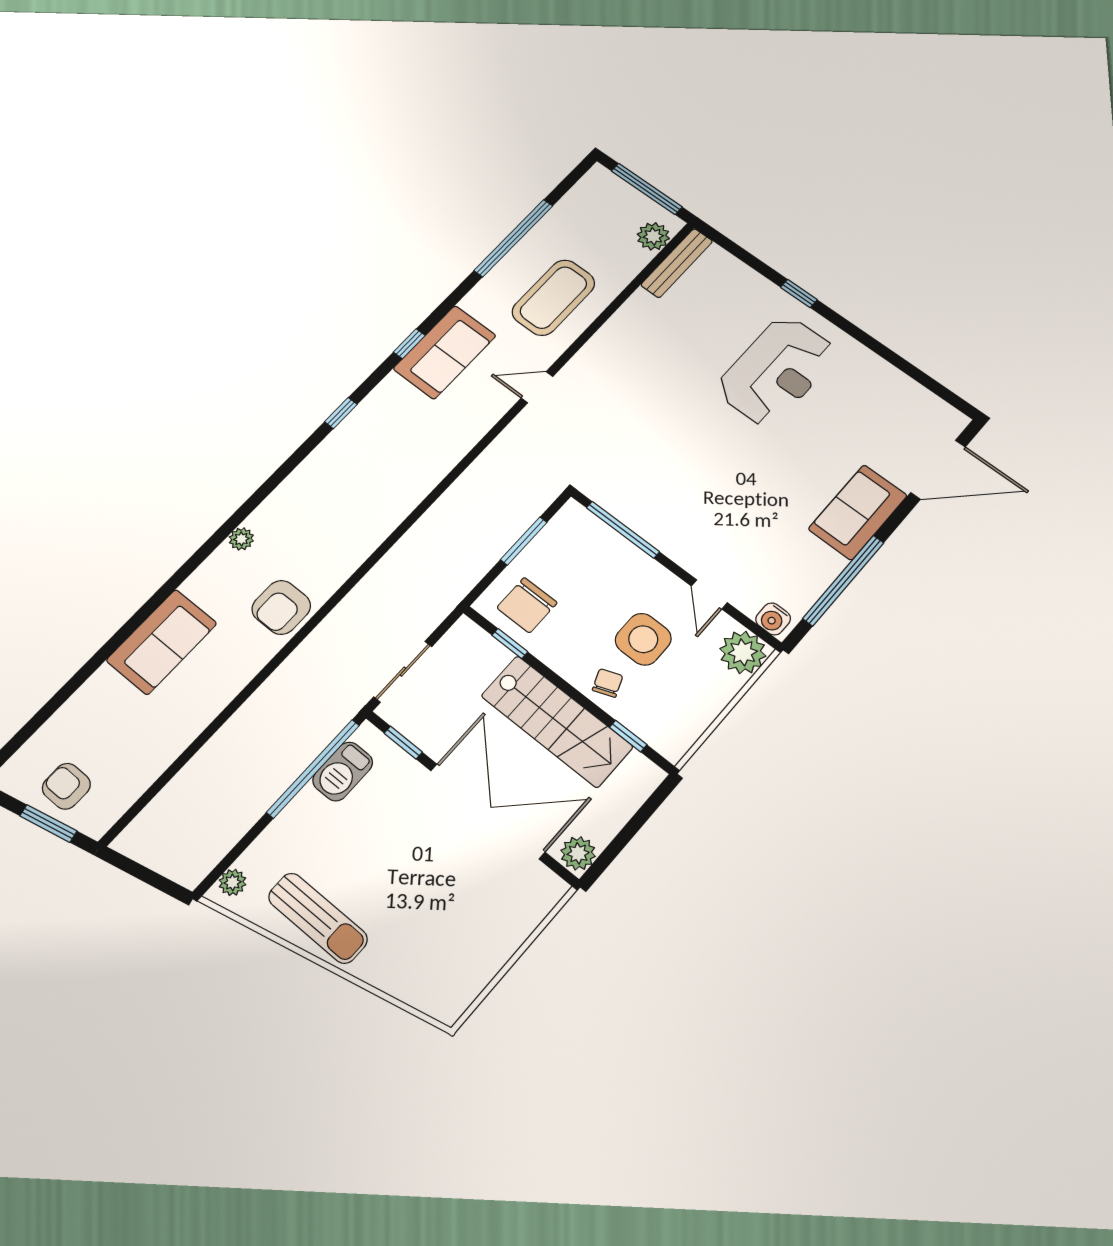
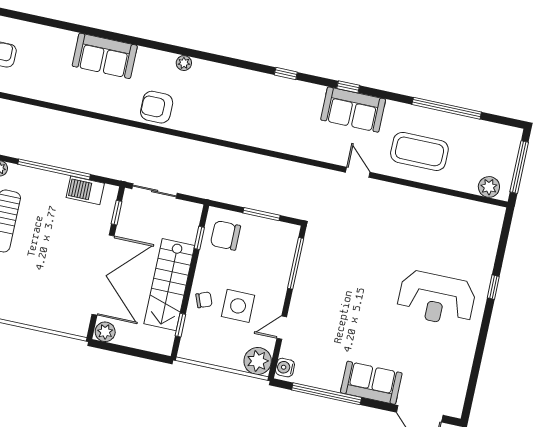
bench: (677, 263) -> (478, 209), removed
window: (313, 769) -> (54, 169), moved

